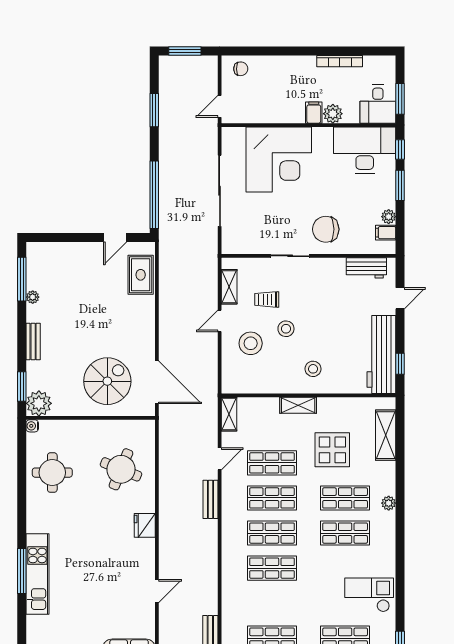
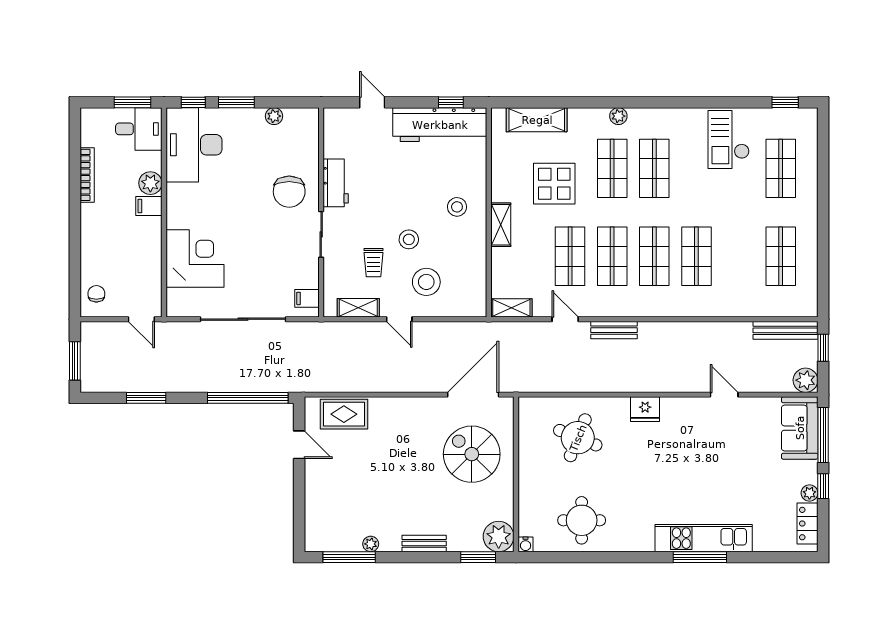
corner desk: (279, 159) -> (195, 259), width x0.74, depth x0.74
filing cabinet: (386, 233) -> (307, 298), moved, turned 90
workbench: (366, 268) -> (336, 183), moved

